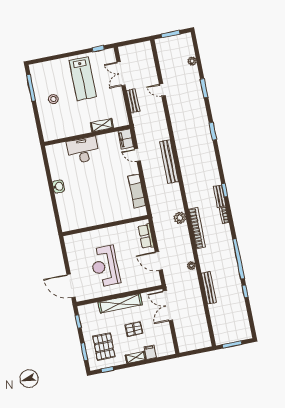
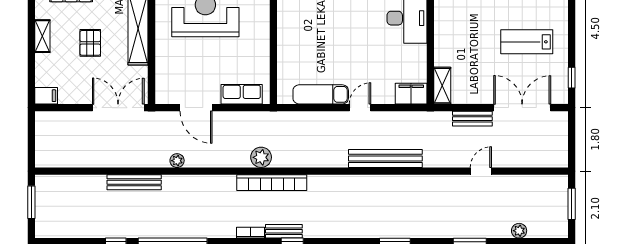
double door: (121, 74) -> (522, 108), width x1.37
lab bench: (83, 79) -> (527, 42), width x0.73, depth x0.72
shelving: (102, 125) -> (442, 86), moved
door: (137, 155) -> (360, 108), moved
bench: (169, 162) -> (385, 158), moved
bookcase: (197, 228) -> (272, 183), moved
door: (159, 261) -> (196, 108), swing flipped
filing cabinet: (150, 352) -> (46, 96), moved

